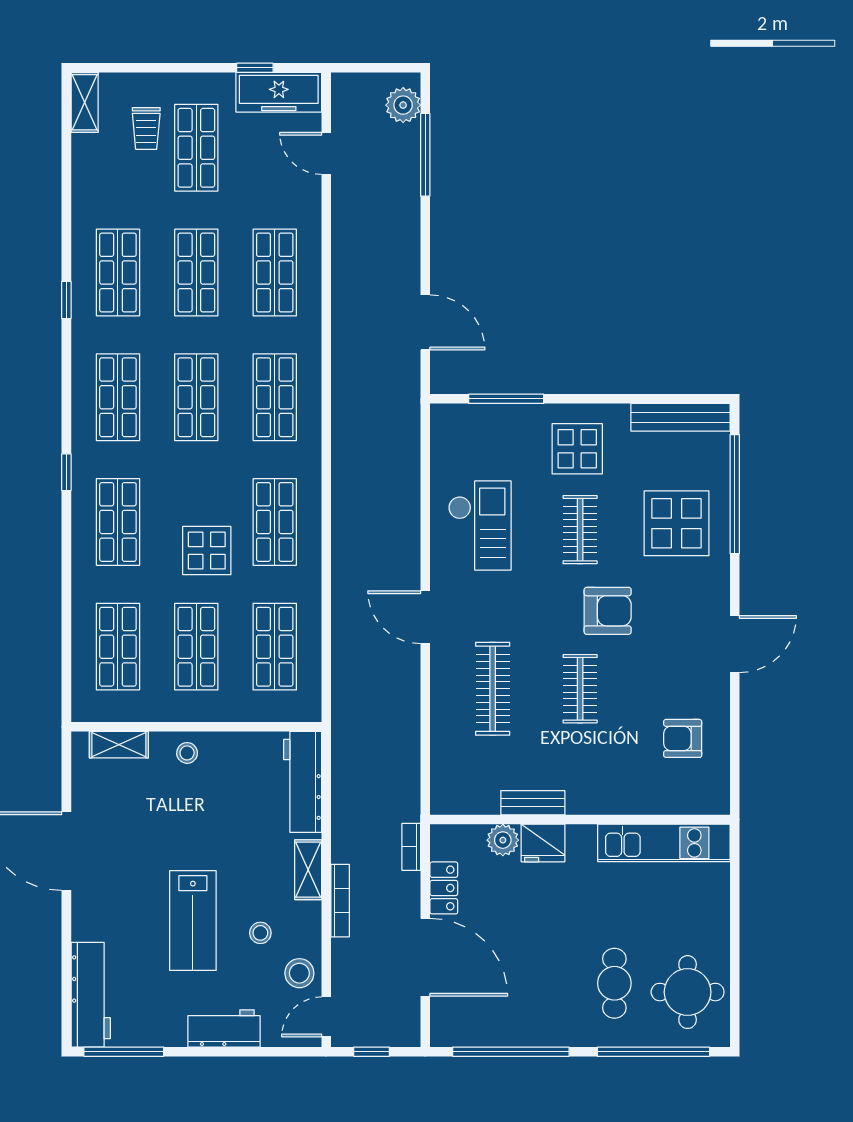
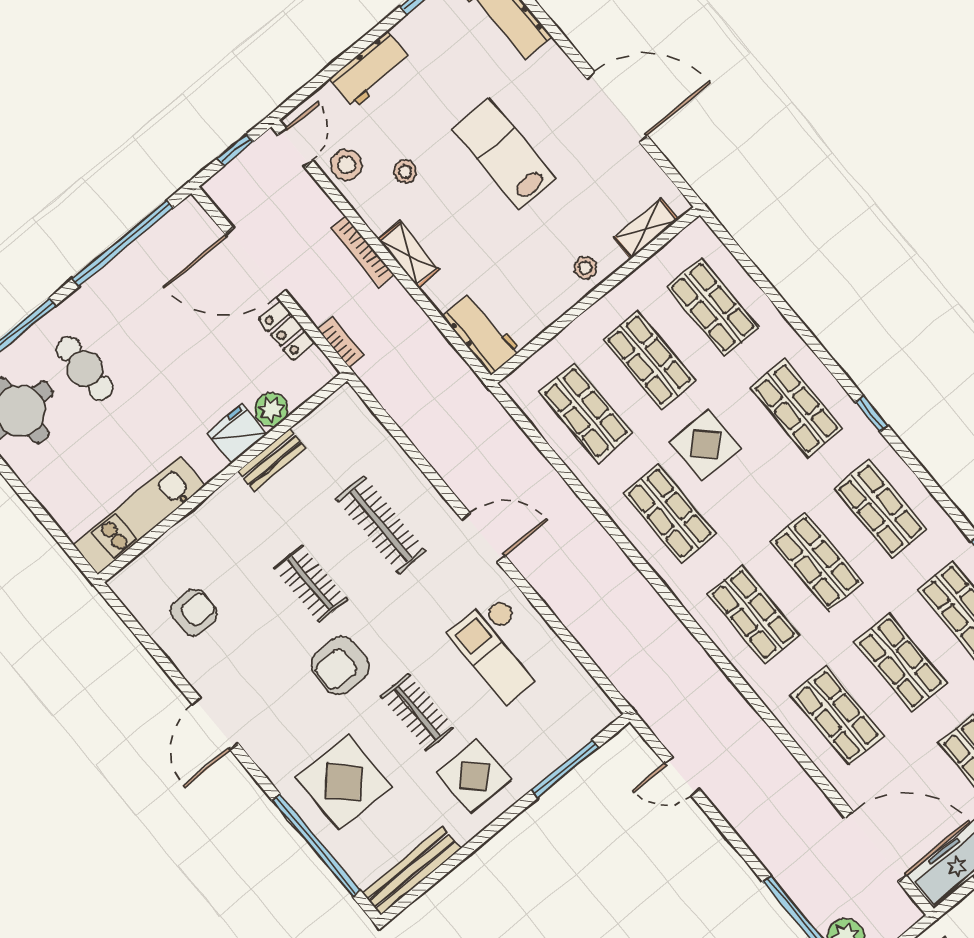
door: (326, 153) -> (876, 847), width x1.88
door: (425, 322) -> (682, 776), width x0.73
workbench: (303, 782) -> (482, 333), width x0.73
lab bench: (193, 921) -> (504, 154), moved

